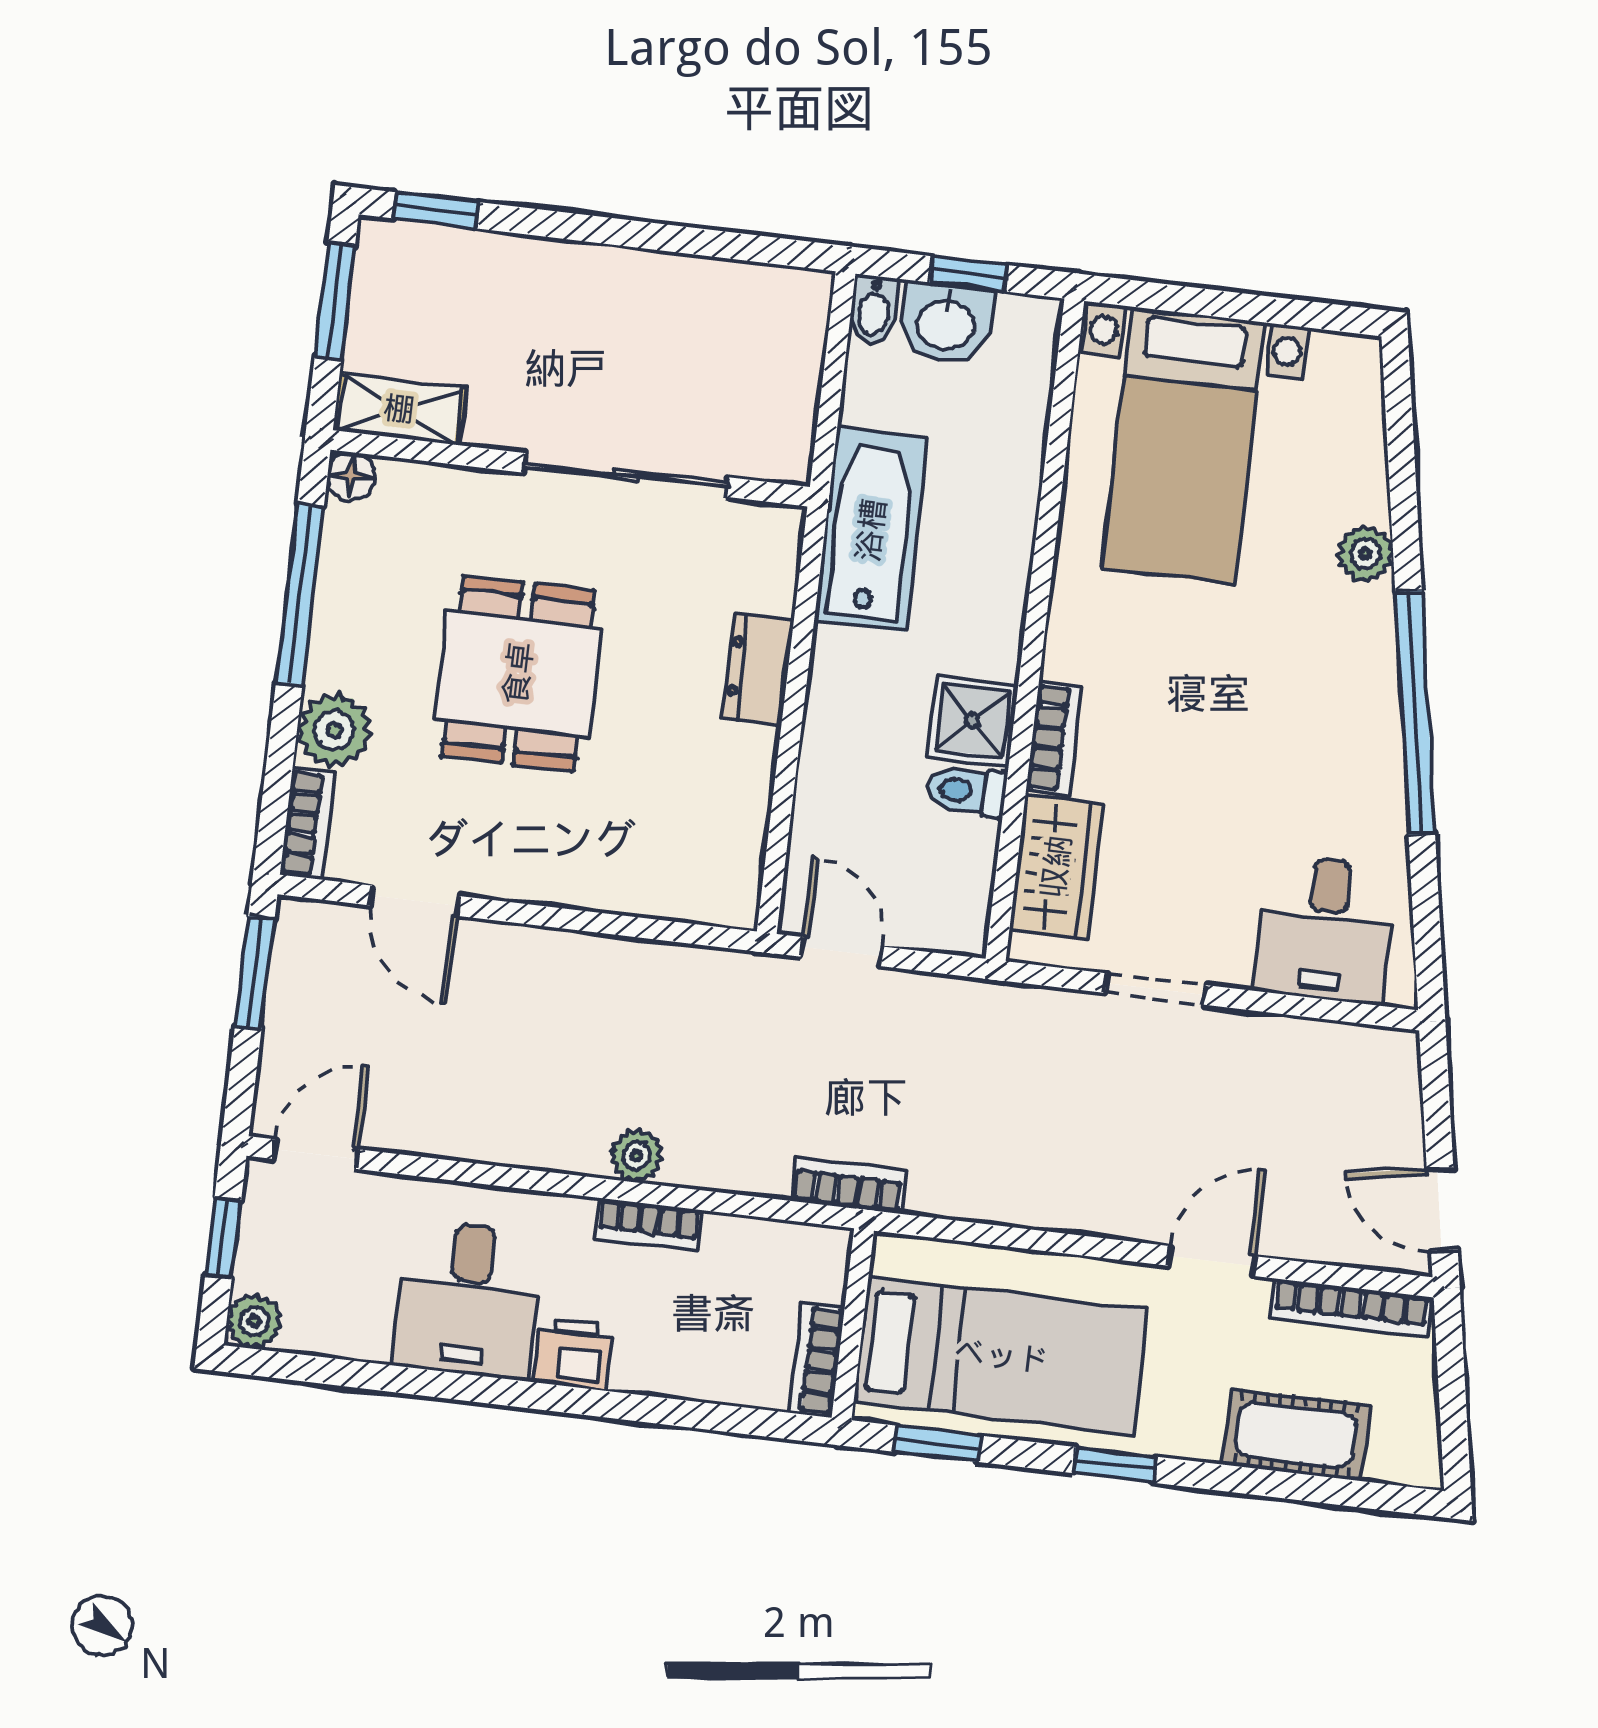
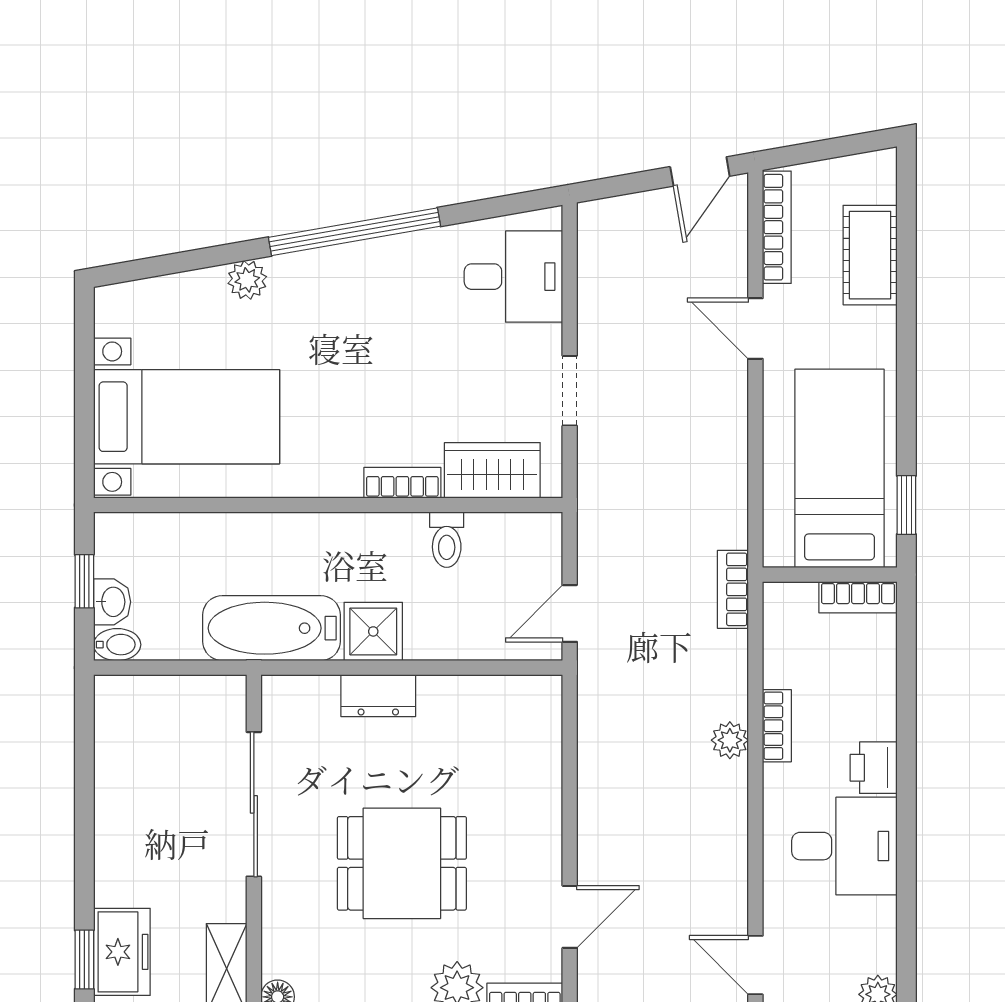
freezer: (441, 265) -> (122, 952), added
washbasin: (946, 323) -> (112, 602), width x0.72, depth x0.69
shower: (973, 720) -> (373, 631), moved
window: (1114, 1465) -> (906, 380), removed

